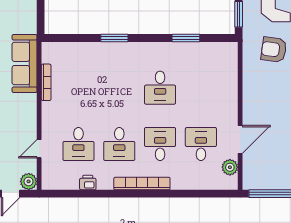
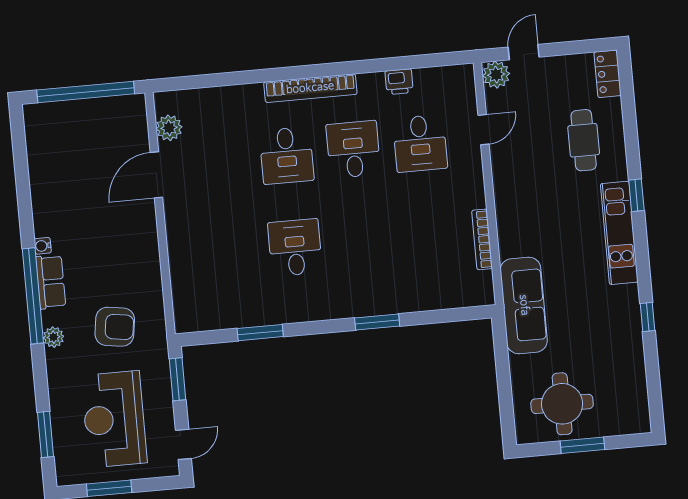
sofa: (25, 63) -> (524, 305), moved
desk: (78, 144) -> (420, 143), turned 180
desk: (201, 144) -> (220, 162), removed

